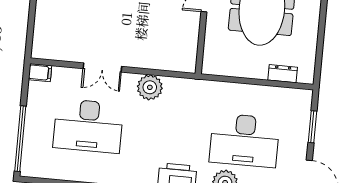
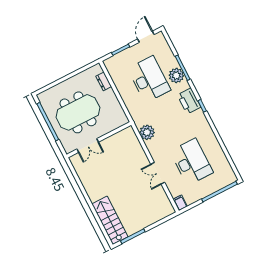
double door: (102, 68) -> (158, 173), swing flipped
plant: (150, 87) -> (147, 132), moved

